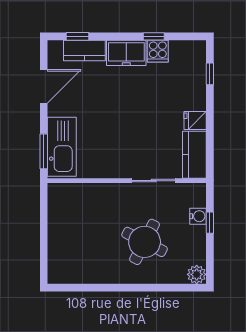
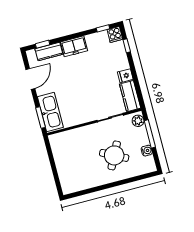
window: (154, 36) -> (103, 28), moved
cooker: (158, 51) -> (115, 34), moved
water cooler: (198, 216) -> (147, 151), moved
window: (210, 223) -> (150, 134), width x2.17
plant: (197, 274) -> (138, 121), moved

